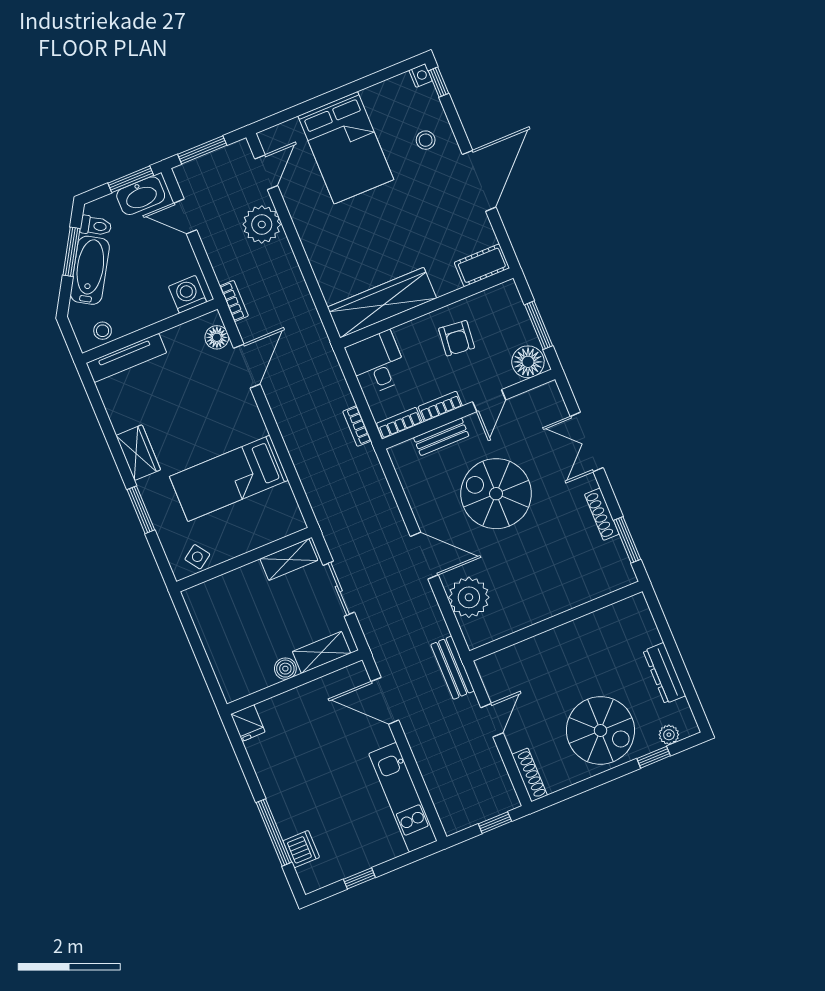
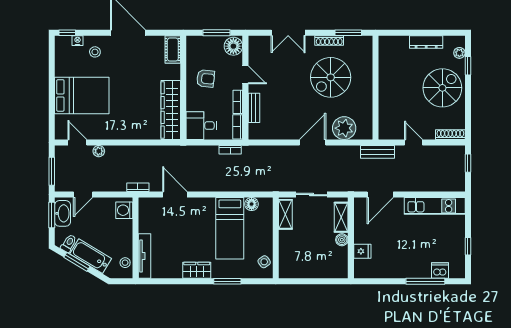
nightstand: (421, 76) -> (78, 41), moved
plant: (262, 224) -> (99, 151), width x0.53, depth x0.53
floor lamp: (217, 337) -> (252, 204), moved
spiral stairs: (496, 494) -> (331, 77), moved
fridge: (248, 723) -> (362, 251), moved

